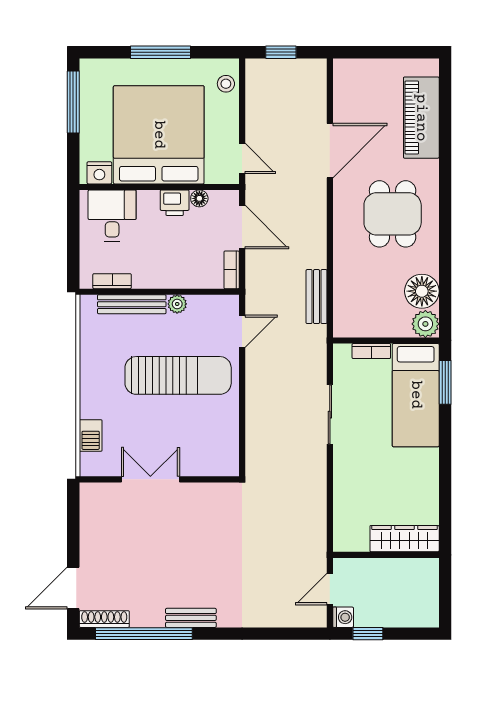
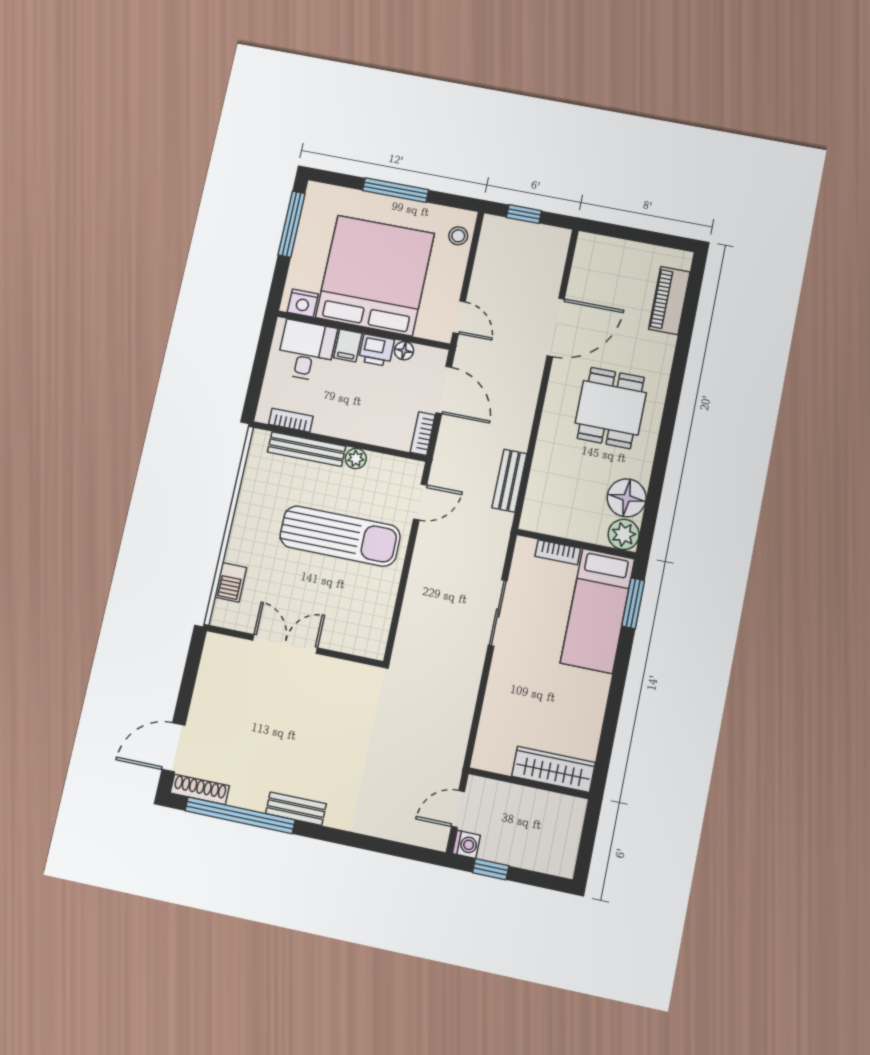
piano: (421, 118) -> (669, 301), width x0.73, depth x0.75
filing cabinet: (148, 204) -> (348, 345), added

